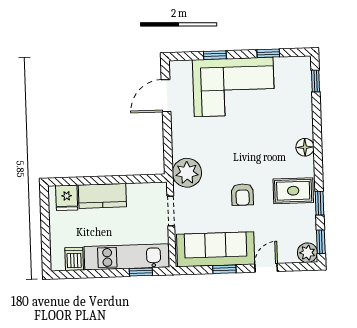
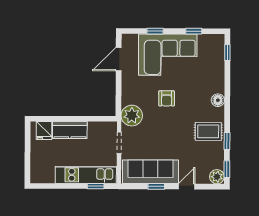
armchair: (242, 195) -> (167, 98), moved
dishwasher: (74, 259) -> (48, 175), removed

